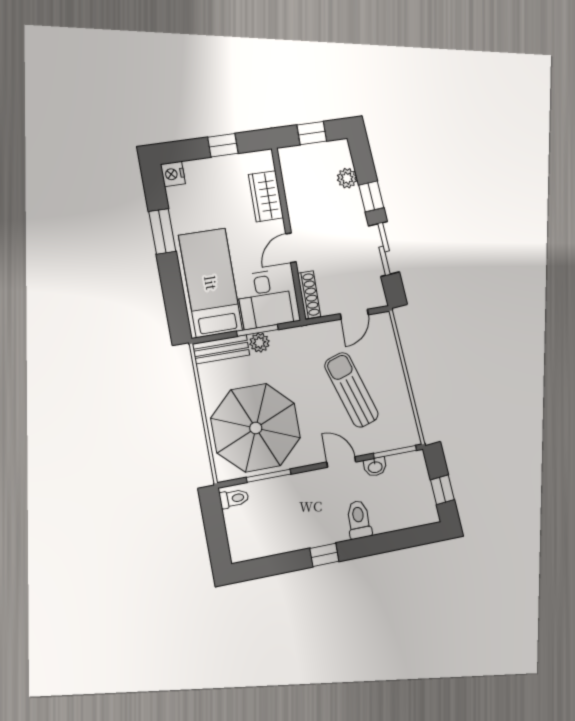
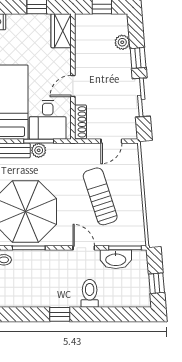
wardrobe: (266, 196) -> (61, 31), moved
washbasin: (375, 467) -> (116, 259), width x1.91, depth x1.45

